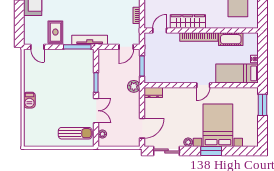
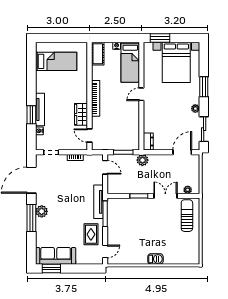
wardrobe: (188, 22) -> (81, 114), width x0.67
rug: (55, 32) -> (91, 234), turned 90
cot: (231, 39) -> (98, 54), moved
door: (203, 85) -> (141, 94), swing flipped
bed with nightstands: (218, 125) -> (176, 62), moved, turned -90
door: (142, 128) -> (182, 152), hinge flipped

